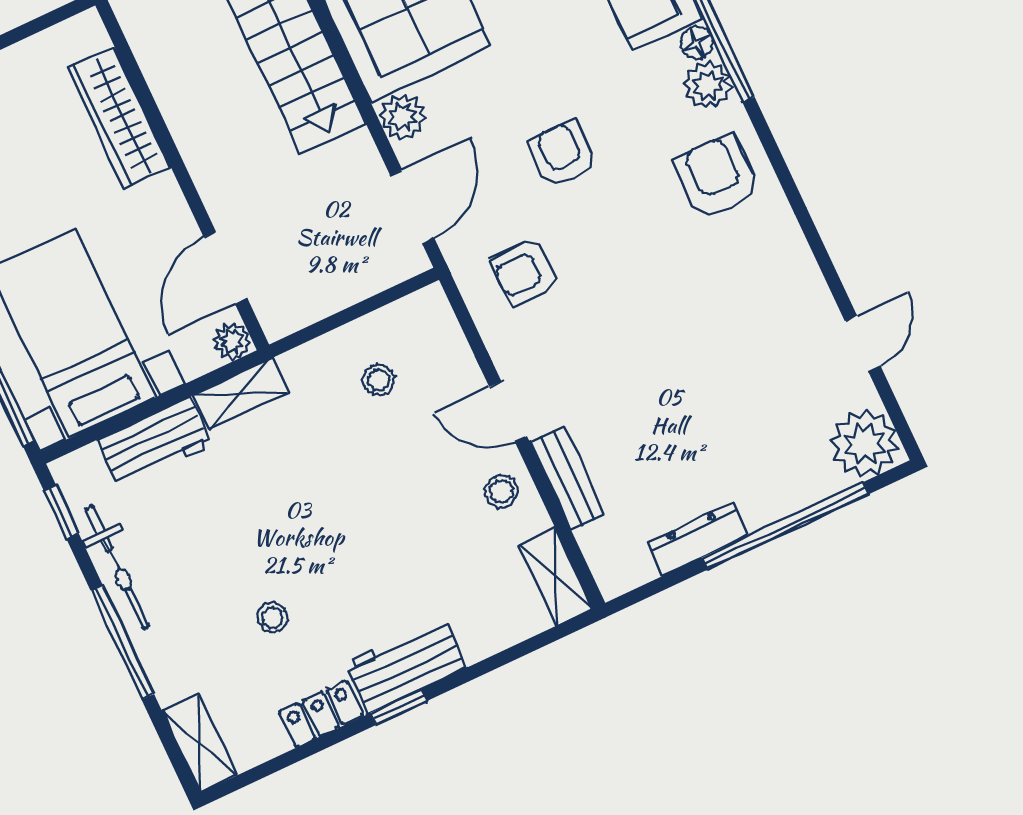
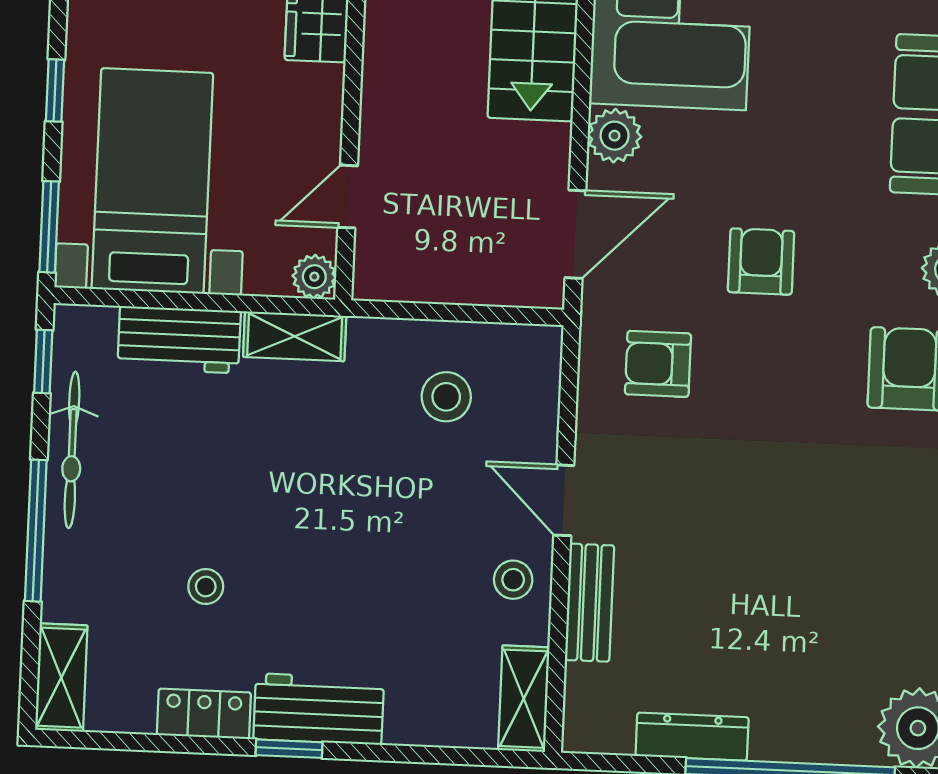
door: (226, 268) -> (348, 197), width x0.73
stool: (379, 380) -> (446, 397), width x1.37, depth x1.37

